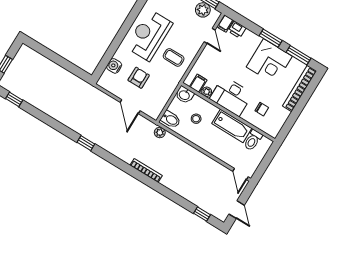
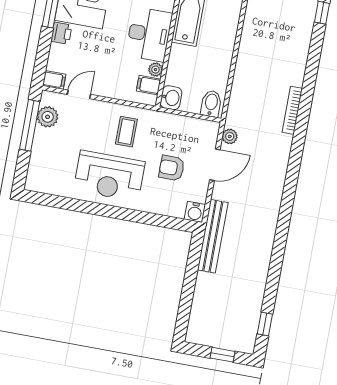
printer: (237, 30) -> (61, 33), moved
water cooler: (114, 66) -> (195, 212), moved
bench: (84, 87) -> (213, 236), added
stool: (196, 119) -> (197, 70), removed
plant: (160, 132) -> (230, 136), moved
window: (86, 143) -> (287, 205), removed

